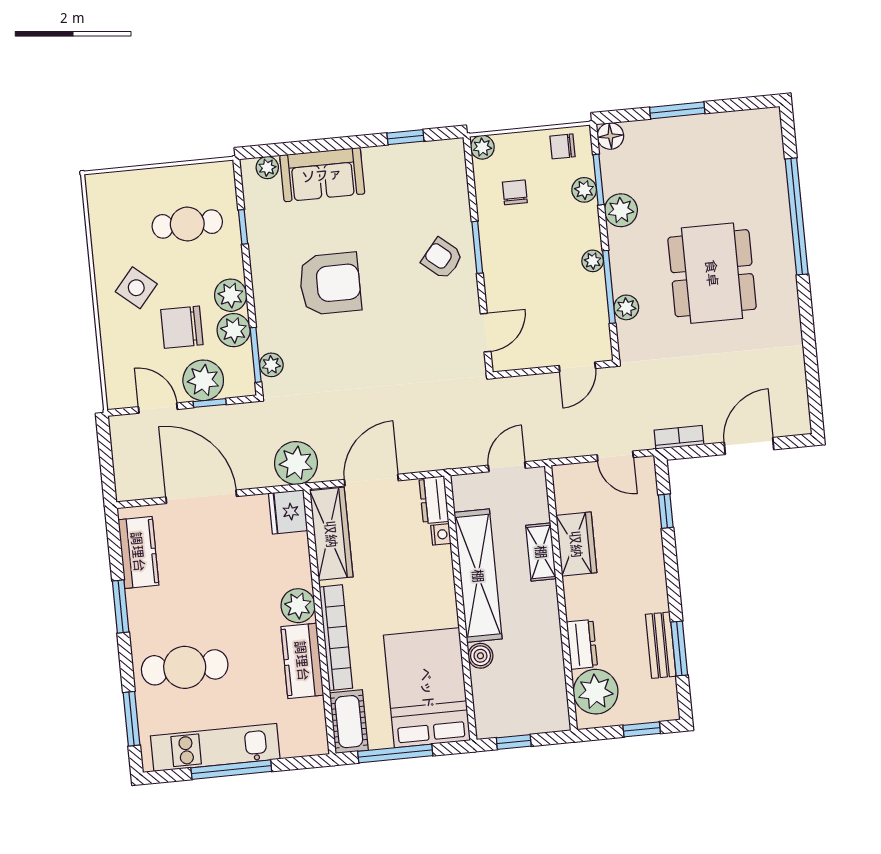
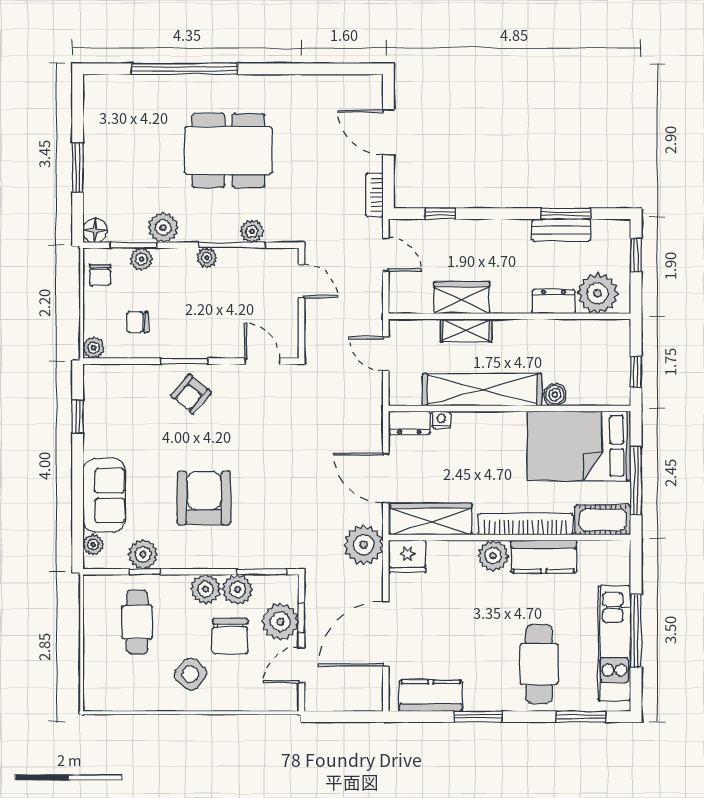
plant: (271, 365) -> (143, 554), moved, width x1.38, depth x1.38
door: (615, 456) -> (386, 255), hinge flipped

